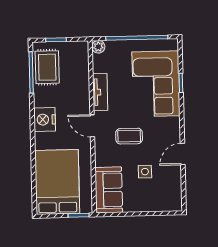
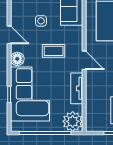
plant: (98, 47) -> (73, 121), width x1.88, depth x1.88
floor lamp: (172, 125) -> (17, 59), added
door: (183, 154) -> (9, 35), hinge flipped

